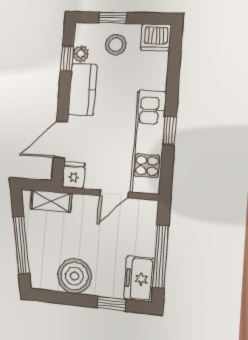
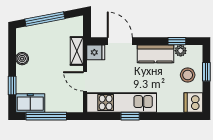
shelving: (51, 201) -> (77, 51), moved
boiler: (74, 276) -> (22, 59), width x0.54, depth x0.54

